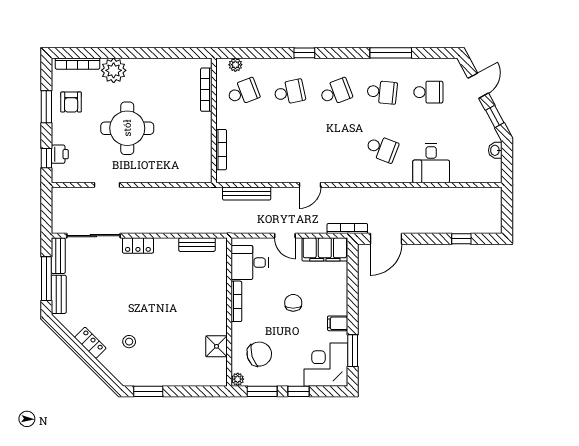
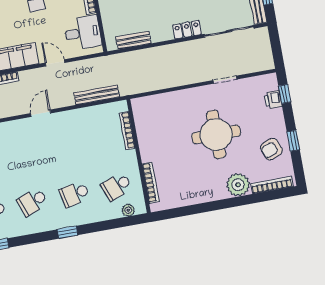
armchair: (71, 102) -> (271, 149), turned -111
window: (46, 107) -> (293, 141), width x0.67

